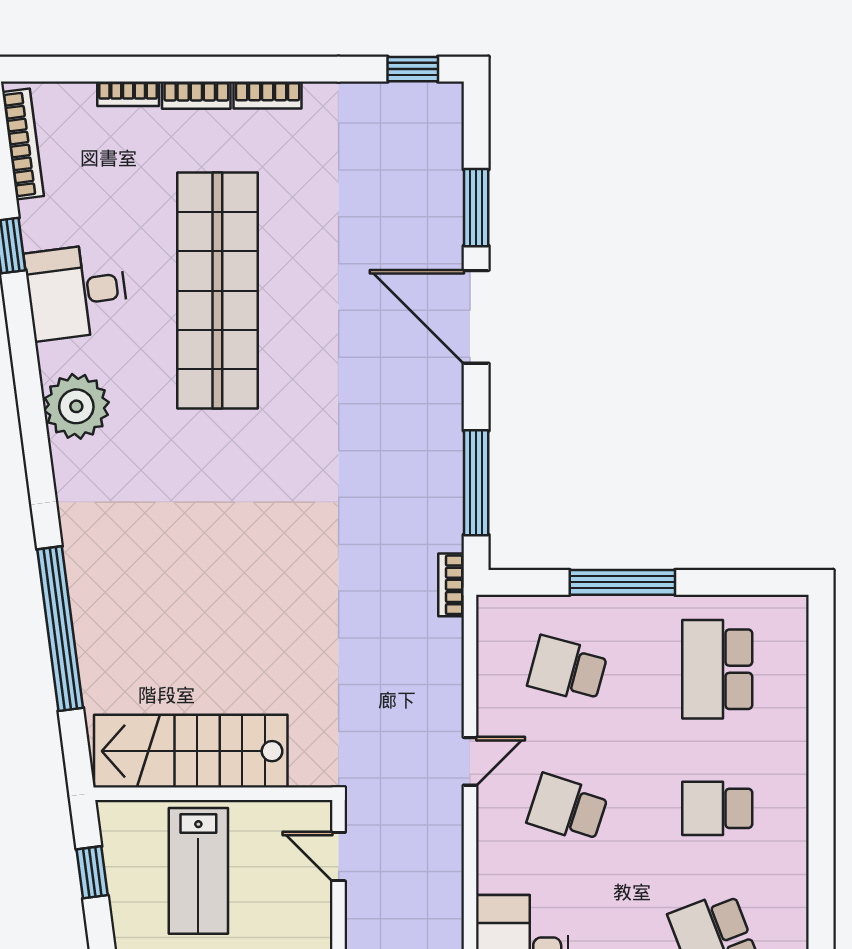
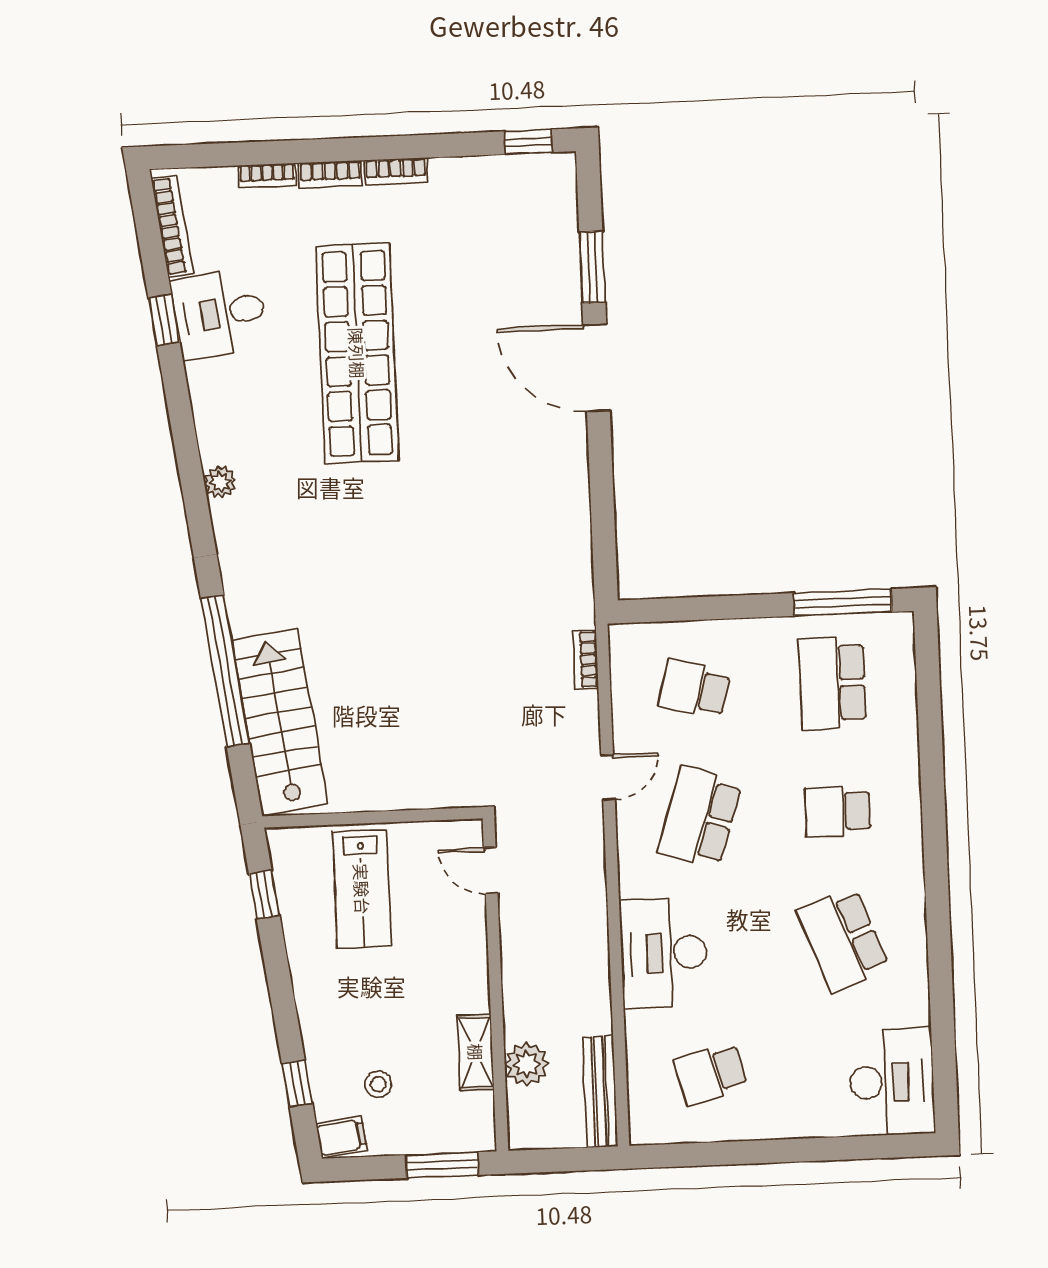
desk: (77, 292) -> (219, 313), moved
plant: (76, 406) -> (220, 482), width x0.53, depth x0.53
window: (476, 483) -> (603, 521), removed
window: (622, 582) -> (843, 602), moved
bookcase: (451, 585) -> (586, 660), moved
stairs: (191, 751) -> (280, 722), moved, turned 83
school desk: (568, 808) -> (700, 817), width x1.85

